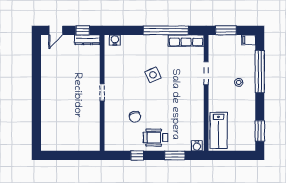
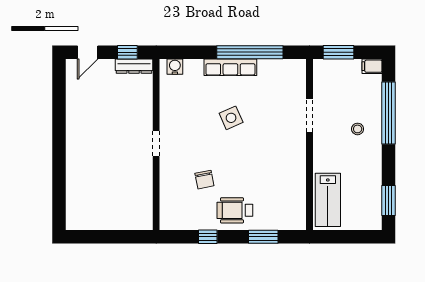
row of seats: (186, 41) -> (230, 67), moved
water cooler: (197, 146) -> (296, 222), removed

